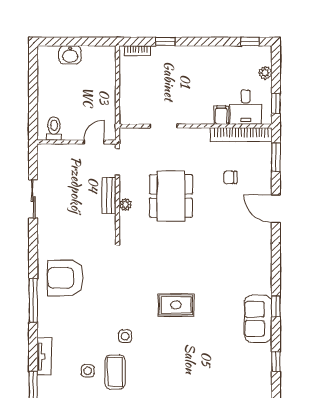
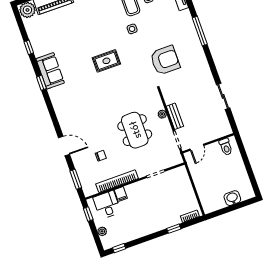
bookcase: (241, 135) -> (117, 181), moved
armchair: (66, 278) -> (165, 60), moved

